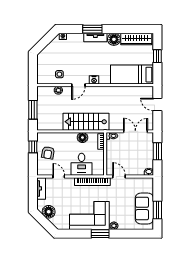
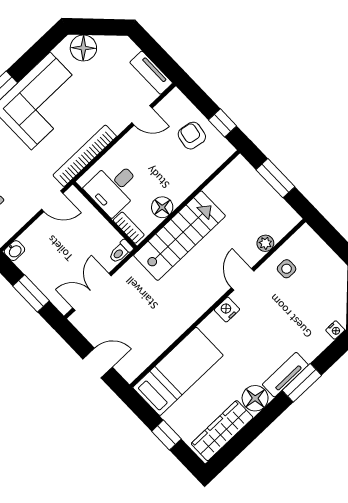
double door: (135, 131) -> (92, 292), swing flipped
desk: (82, 164) -> (113, 188), moved, turned -90
floor lamp: (49, 212) -> (83, 48), moved

